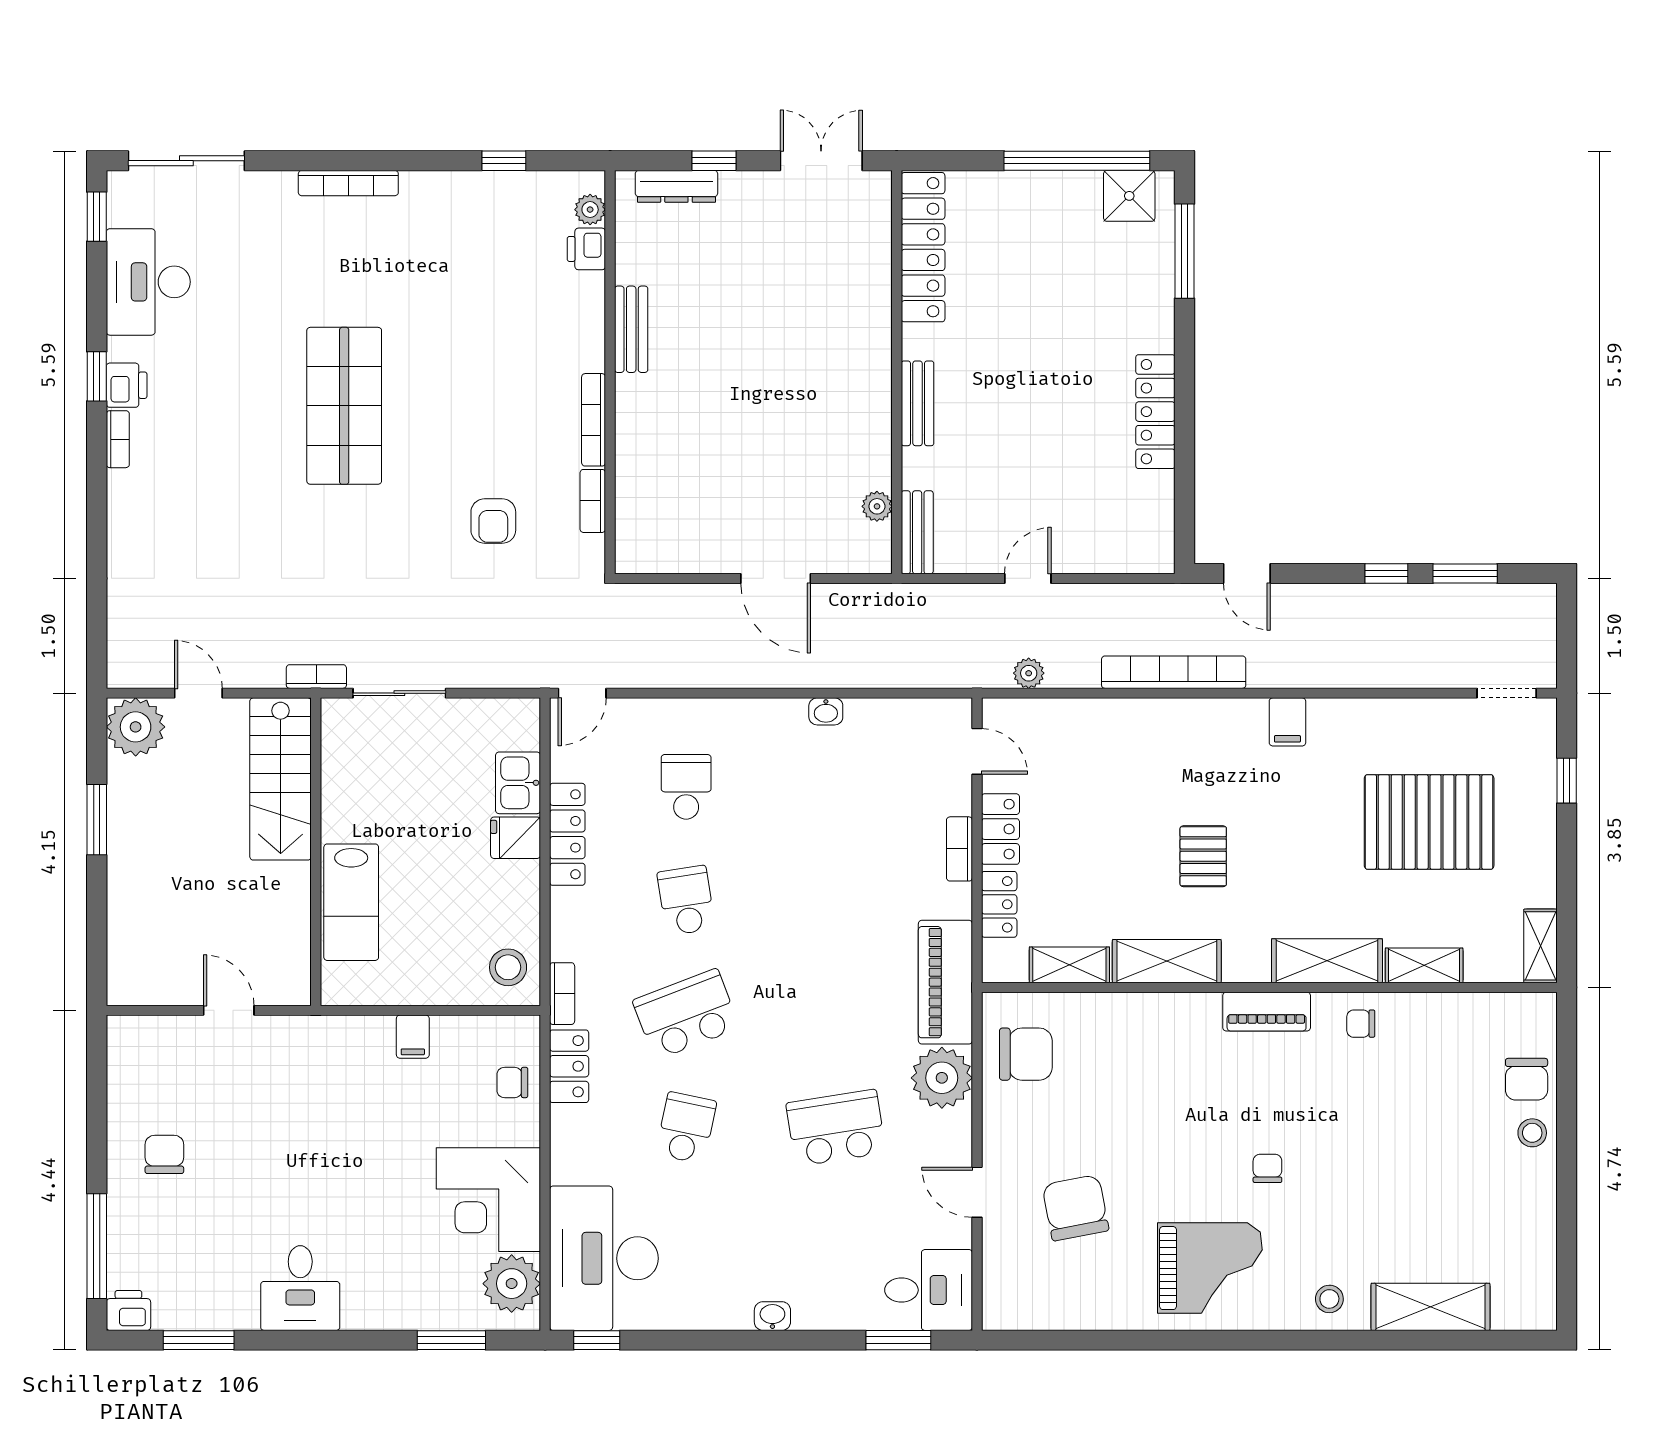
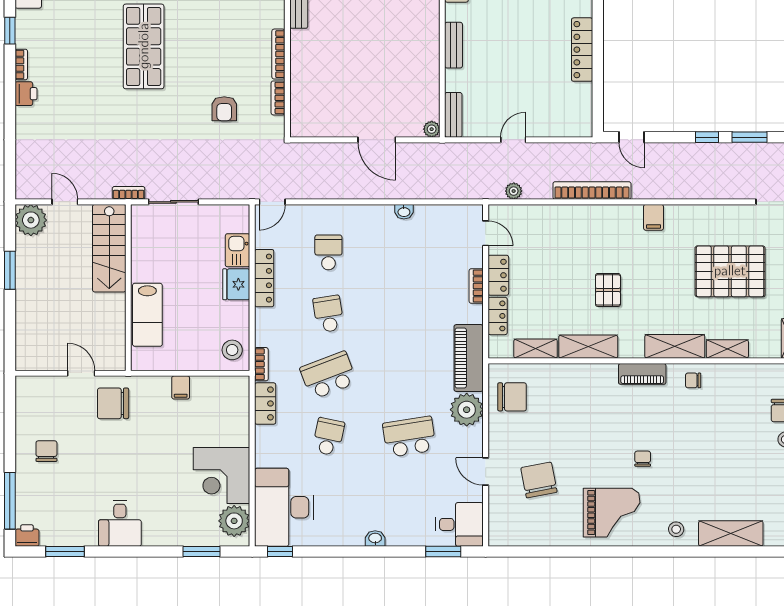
printer: (127, 385) -> (26, 94), moved
plant: (877, 506) -> (432, 129), moved
fridge: (516, 838) -> (236, 284), width x1.38
chair: (512, 1082) -> (113, 403), moved, width x1.87, depth x1.87

